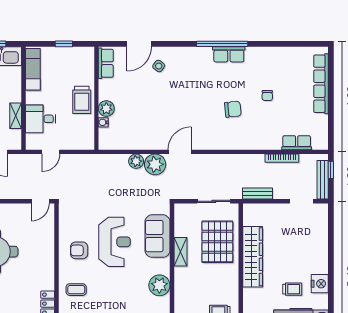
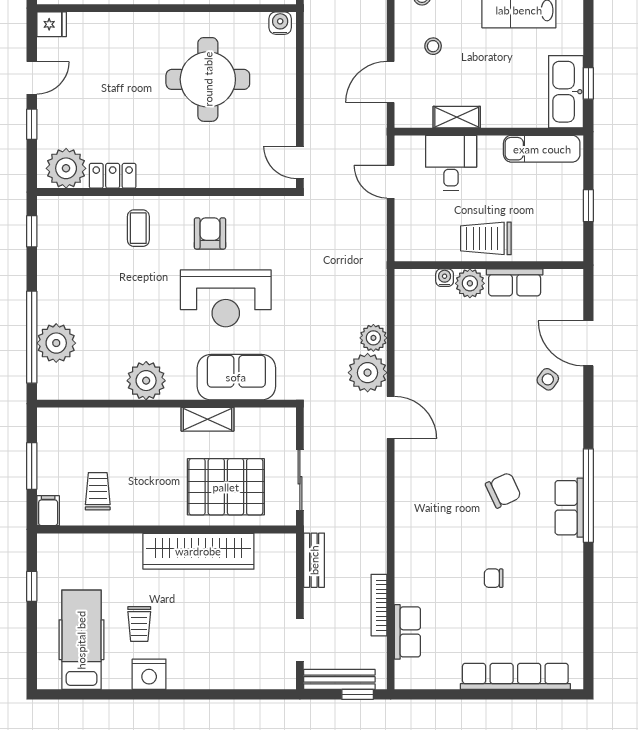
row of seats: (106, 63) -> (515, 282), moved
chair: (233, 109) -> (503, 490), moved, turned -109

